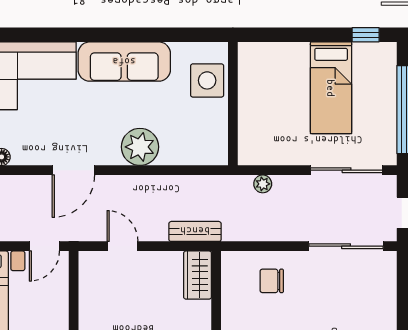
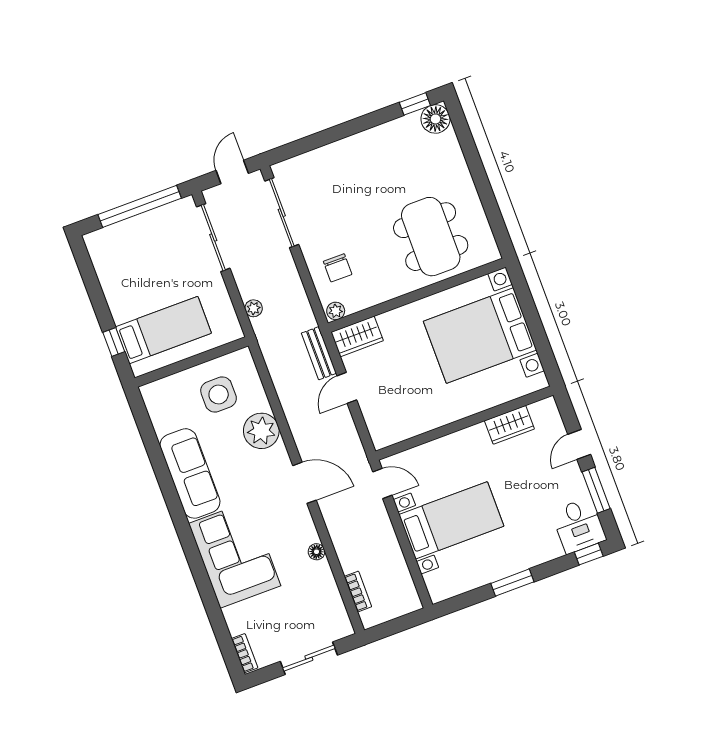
window: (366, 35) -> (114, 342), moved
side table: (207, 80) -> (219, 395), moved
bed: (331, 88) -> (163, 330), moved
door: (122, 246) -> (347, 388), moved
plant: (230, 263) -> (336, 311), added

